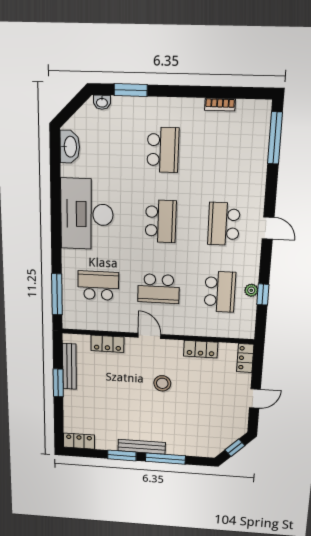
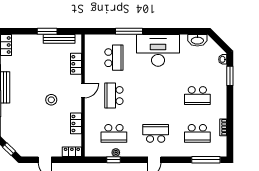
school desk: (161, 221) -> (197, 133), moved
window: (57, 294) -> (129, 31), moved

